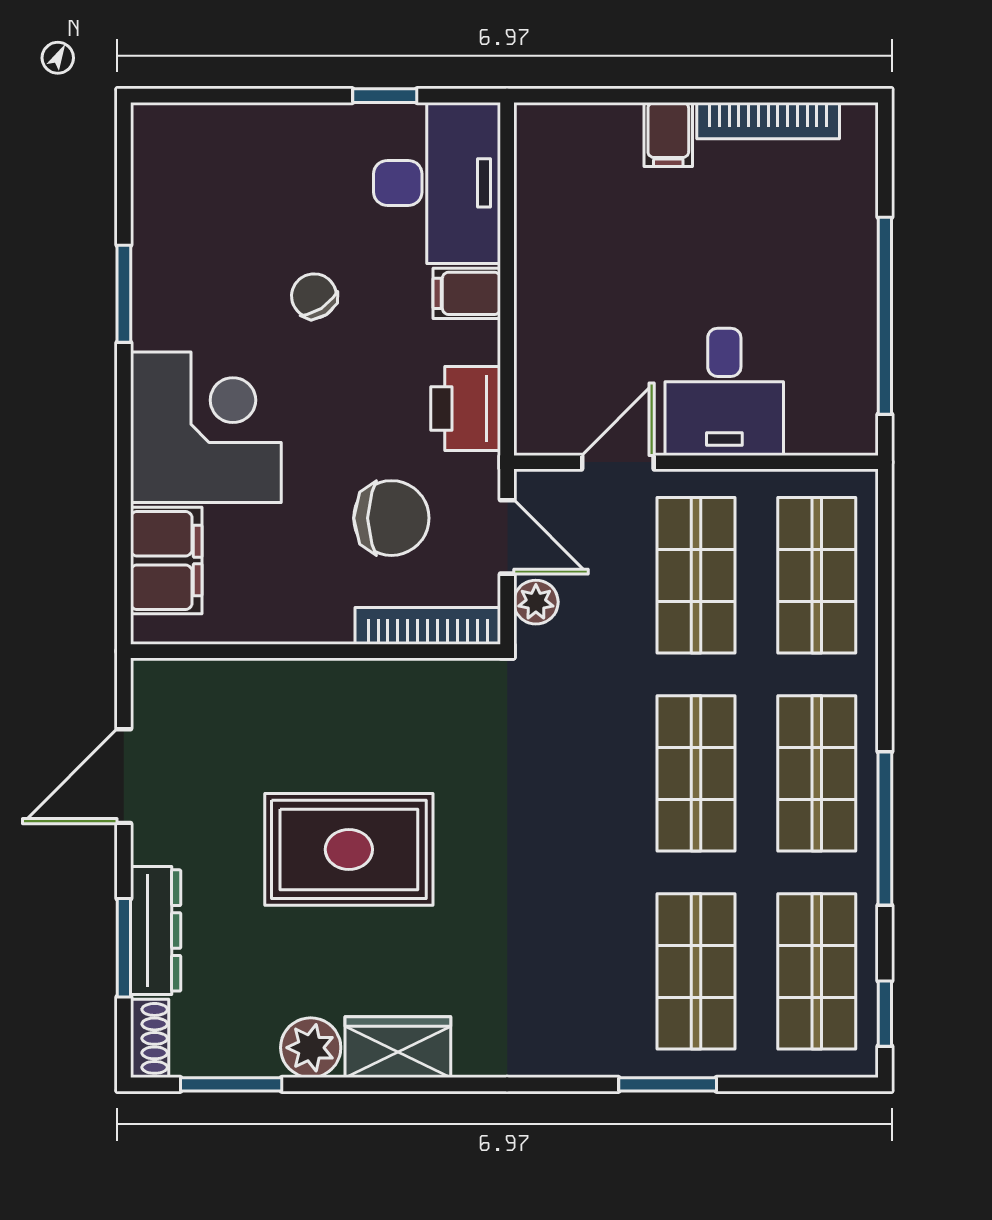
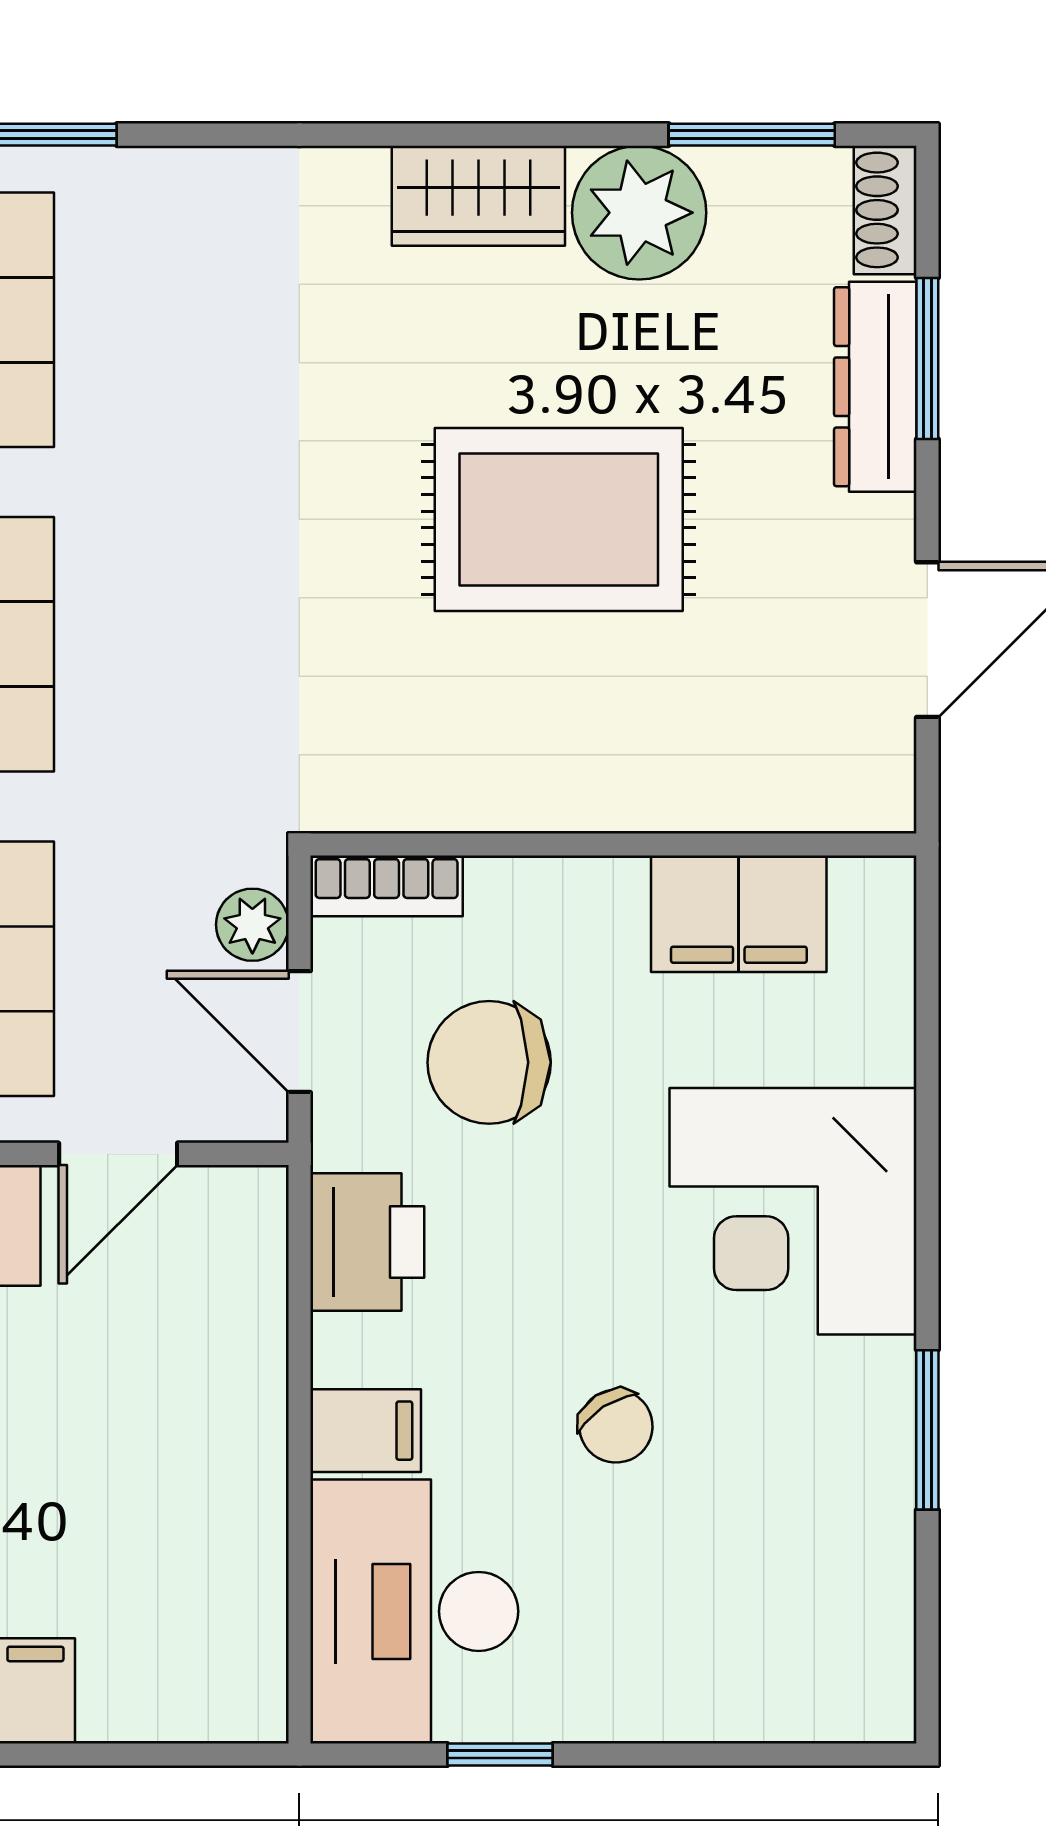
filing cabinet: (166, 560) -> (739, 914), moved, turned -90
bookcase: (428, 626) -> (387, 886), width x0.64
plant: (311, 1048) -> (639, 213), width x1.36, depth x1.36

